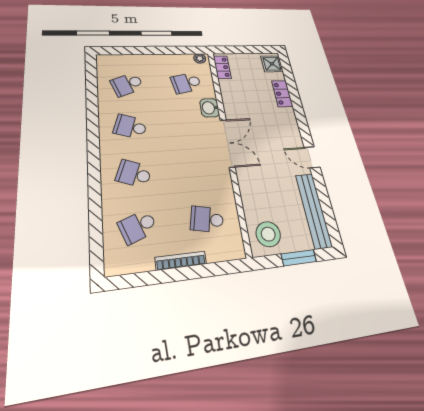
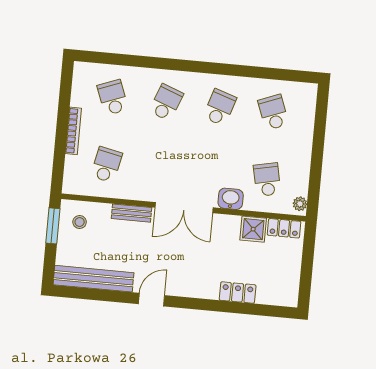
shower: (272, 64) -> (253, 229), moved
bench: (245, 187) -> (131, 213), added
stool: (268, 234) -> (80, 222), width x0.53, depth x0.53
window: (299, 258) -> (53, 226), moved

